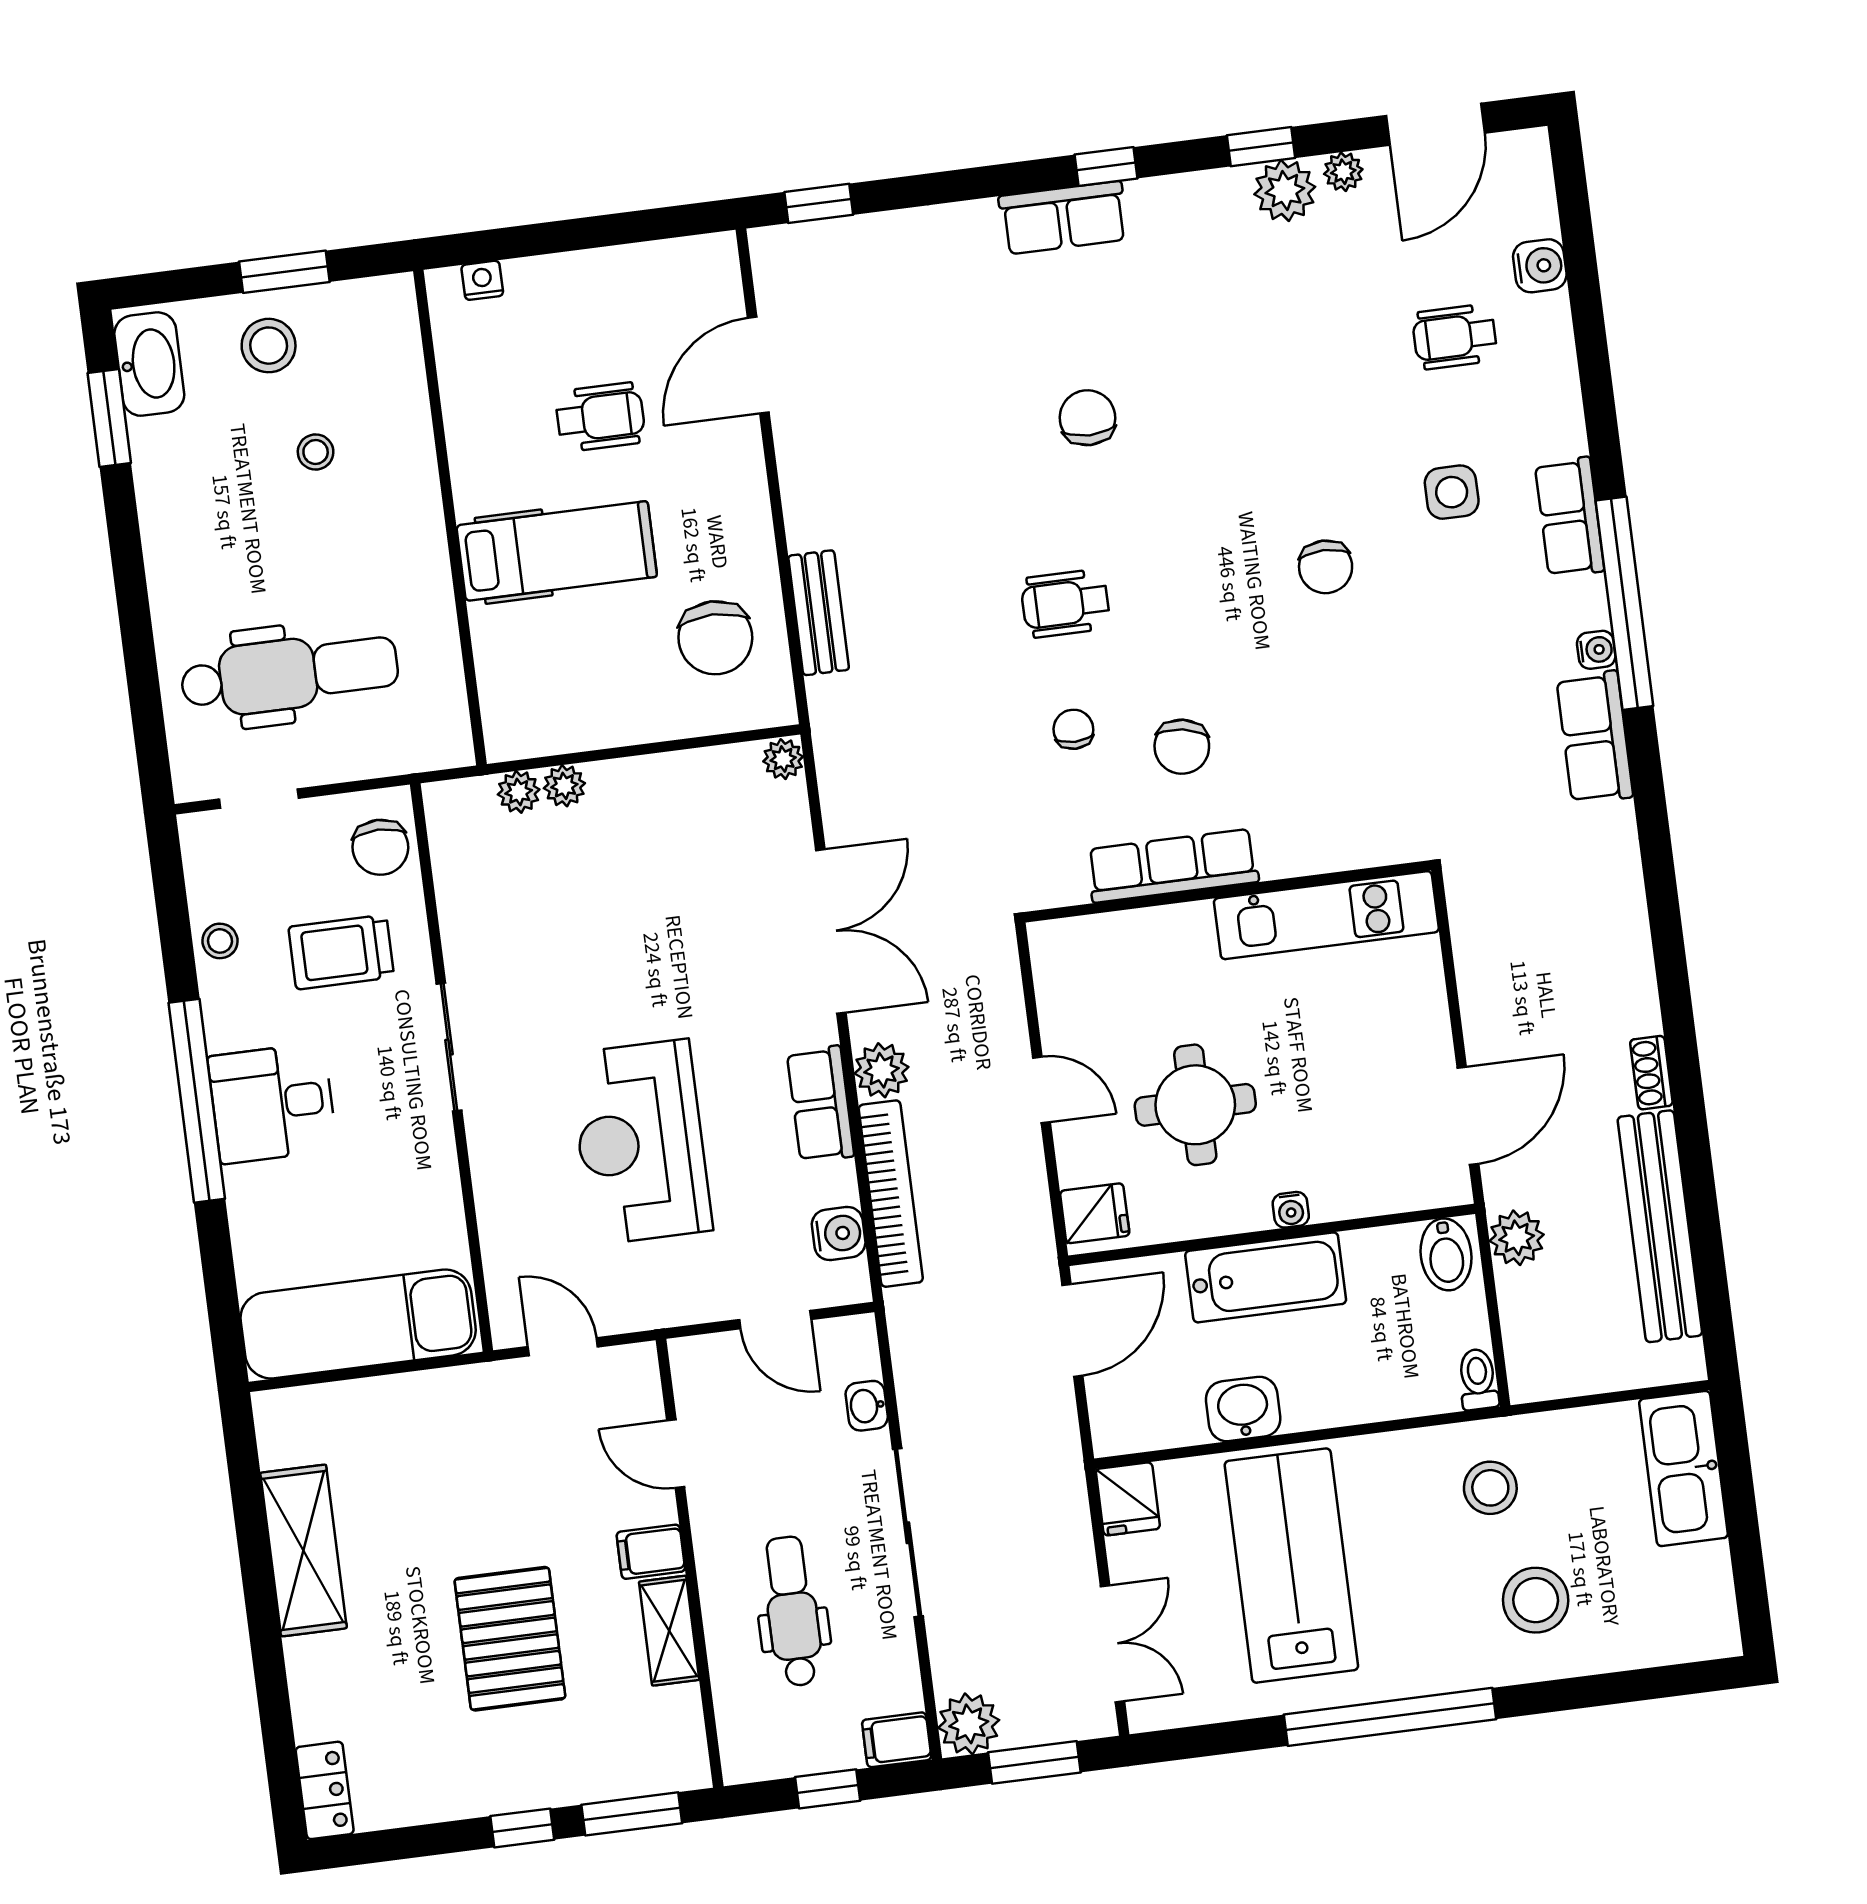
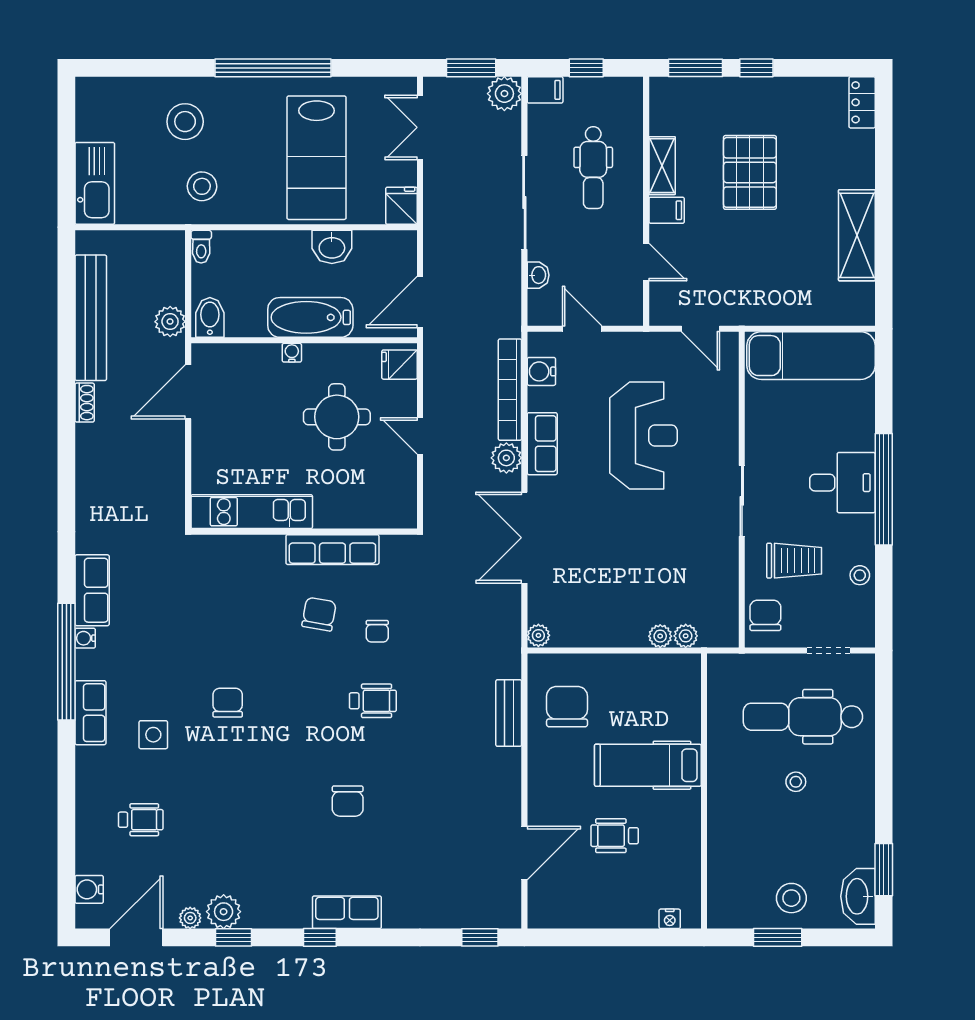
water cooler: (1540, 266) -> (89, 889), moved
stool: (316, 452) -> (796, 782), moved

